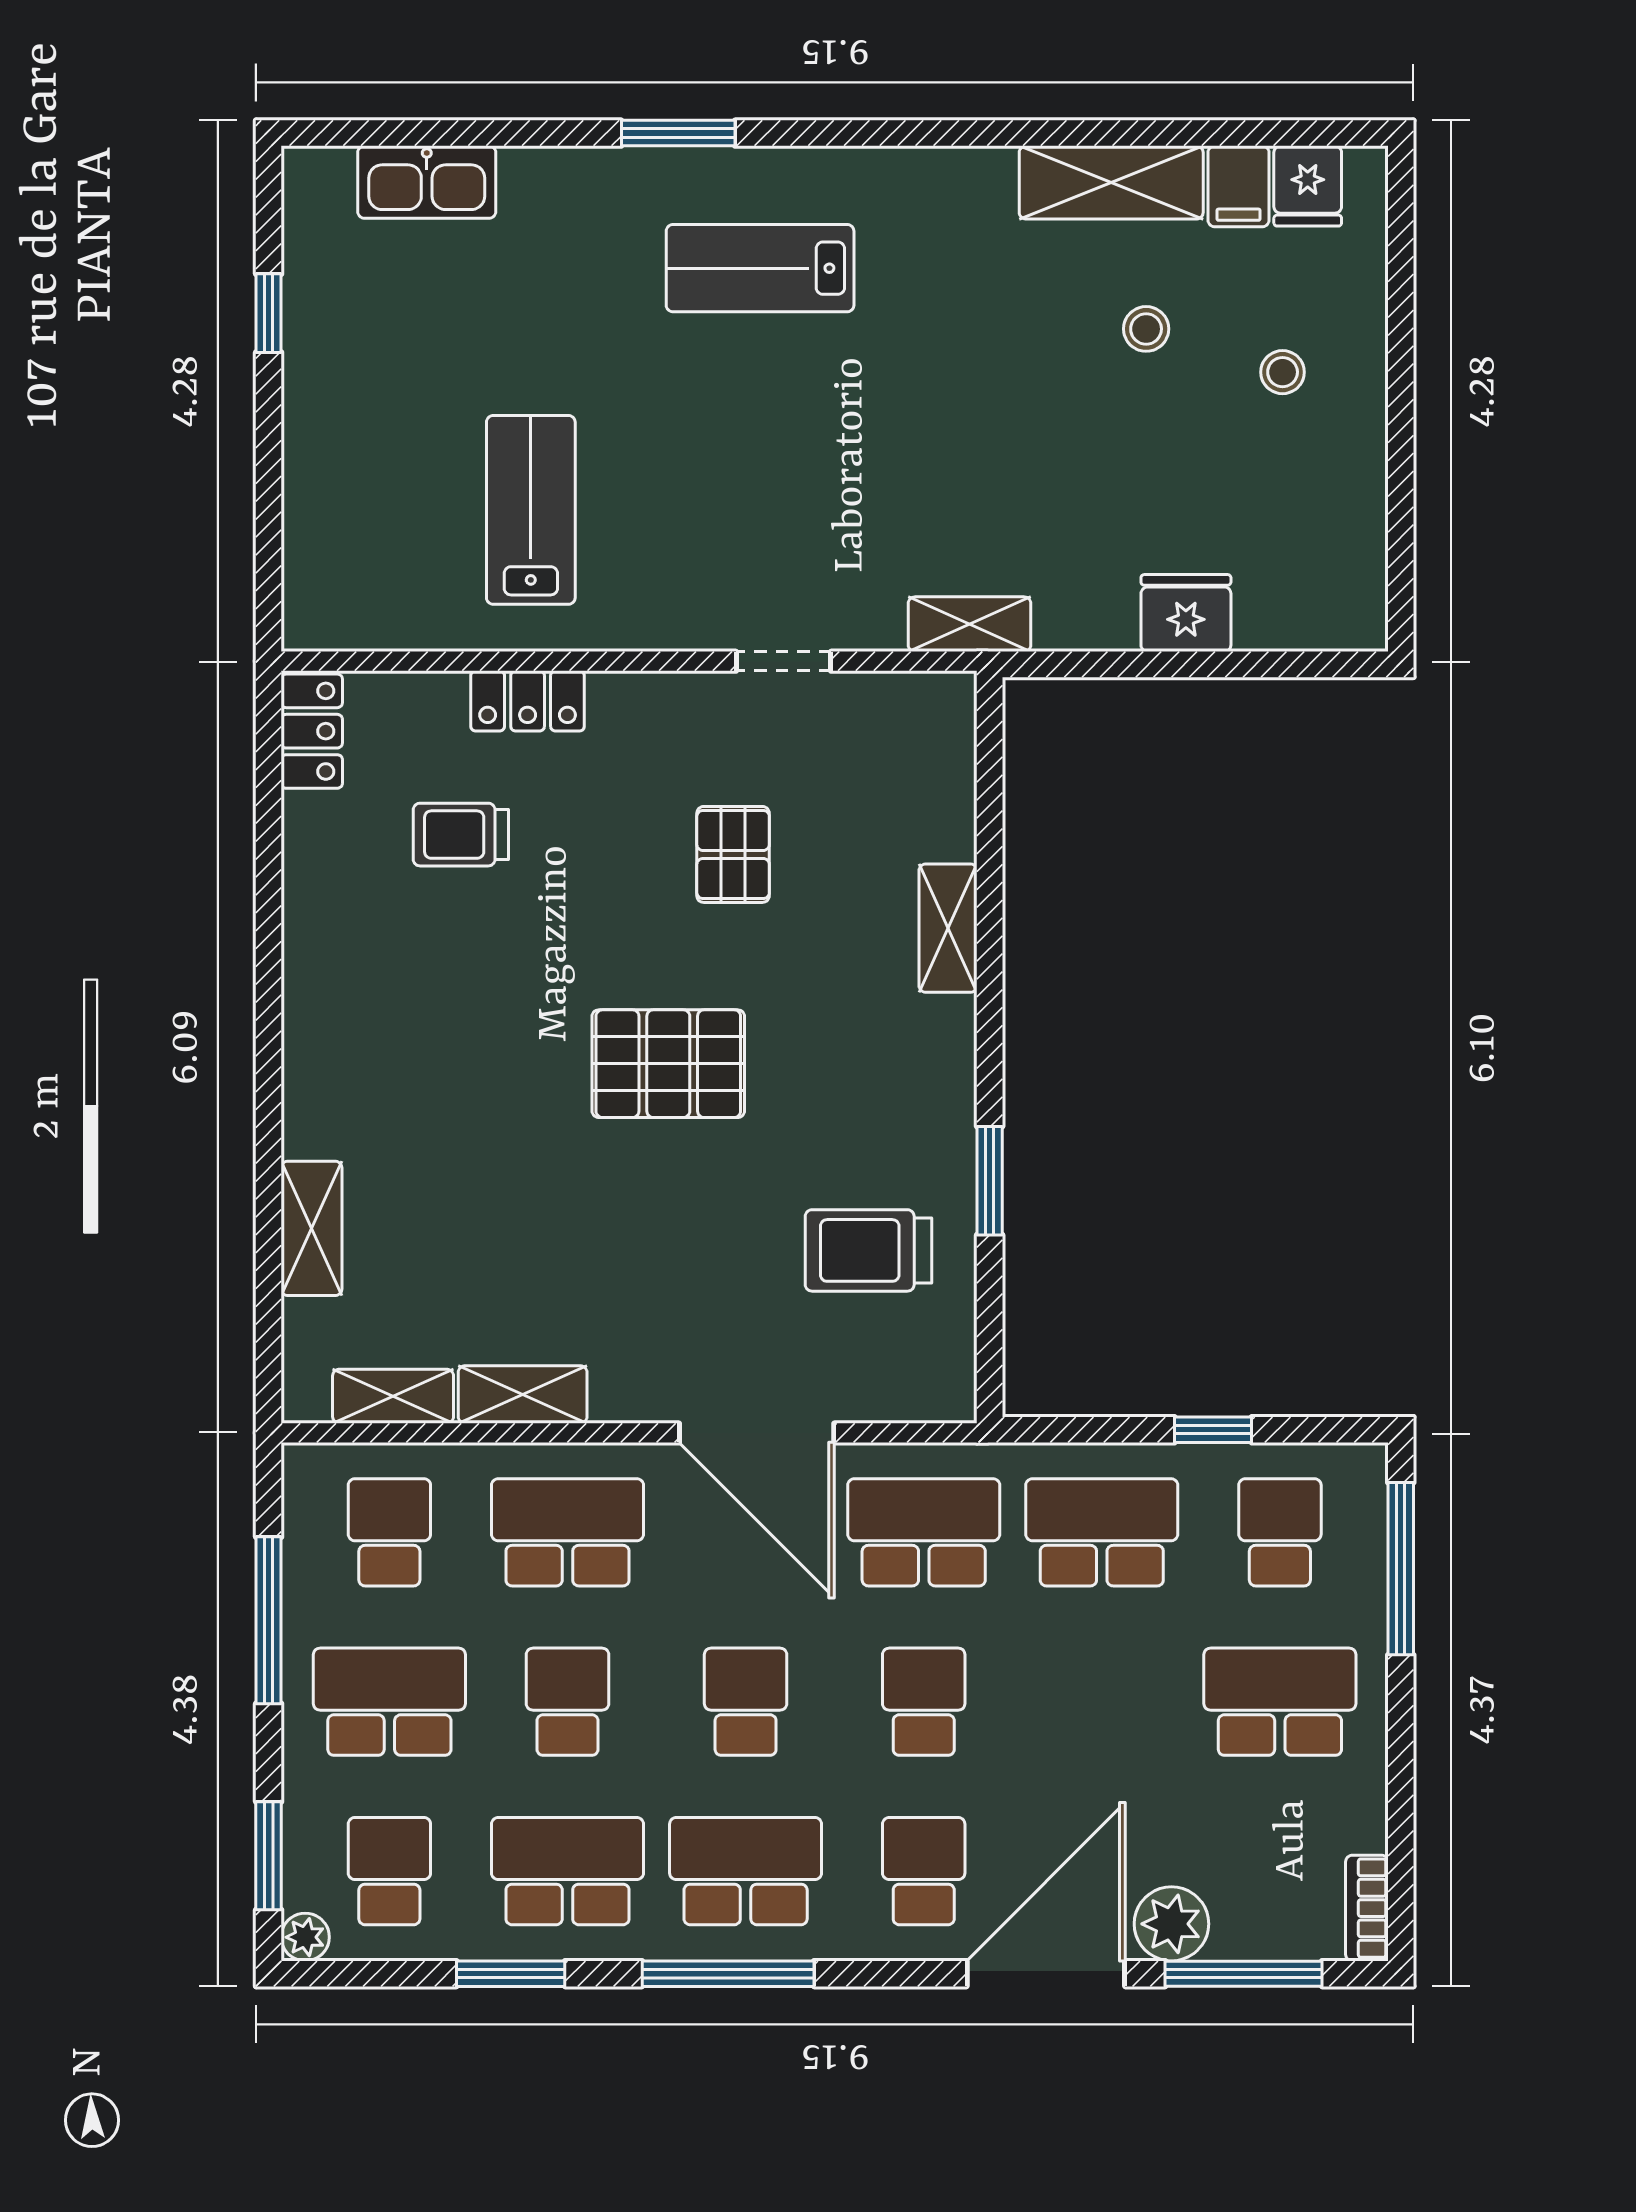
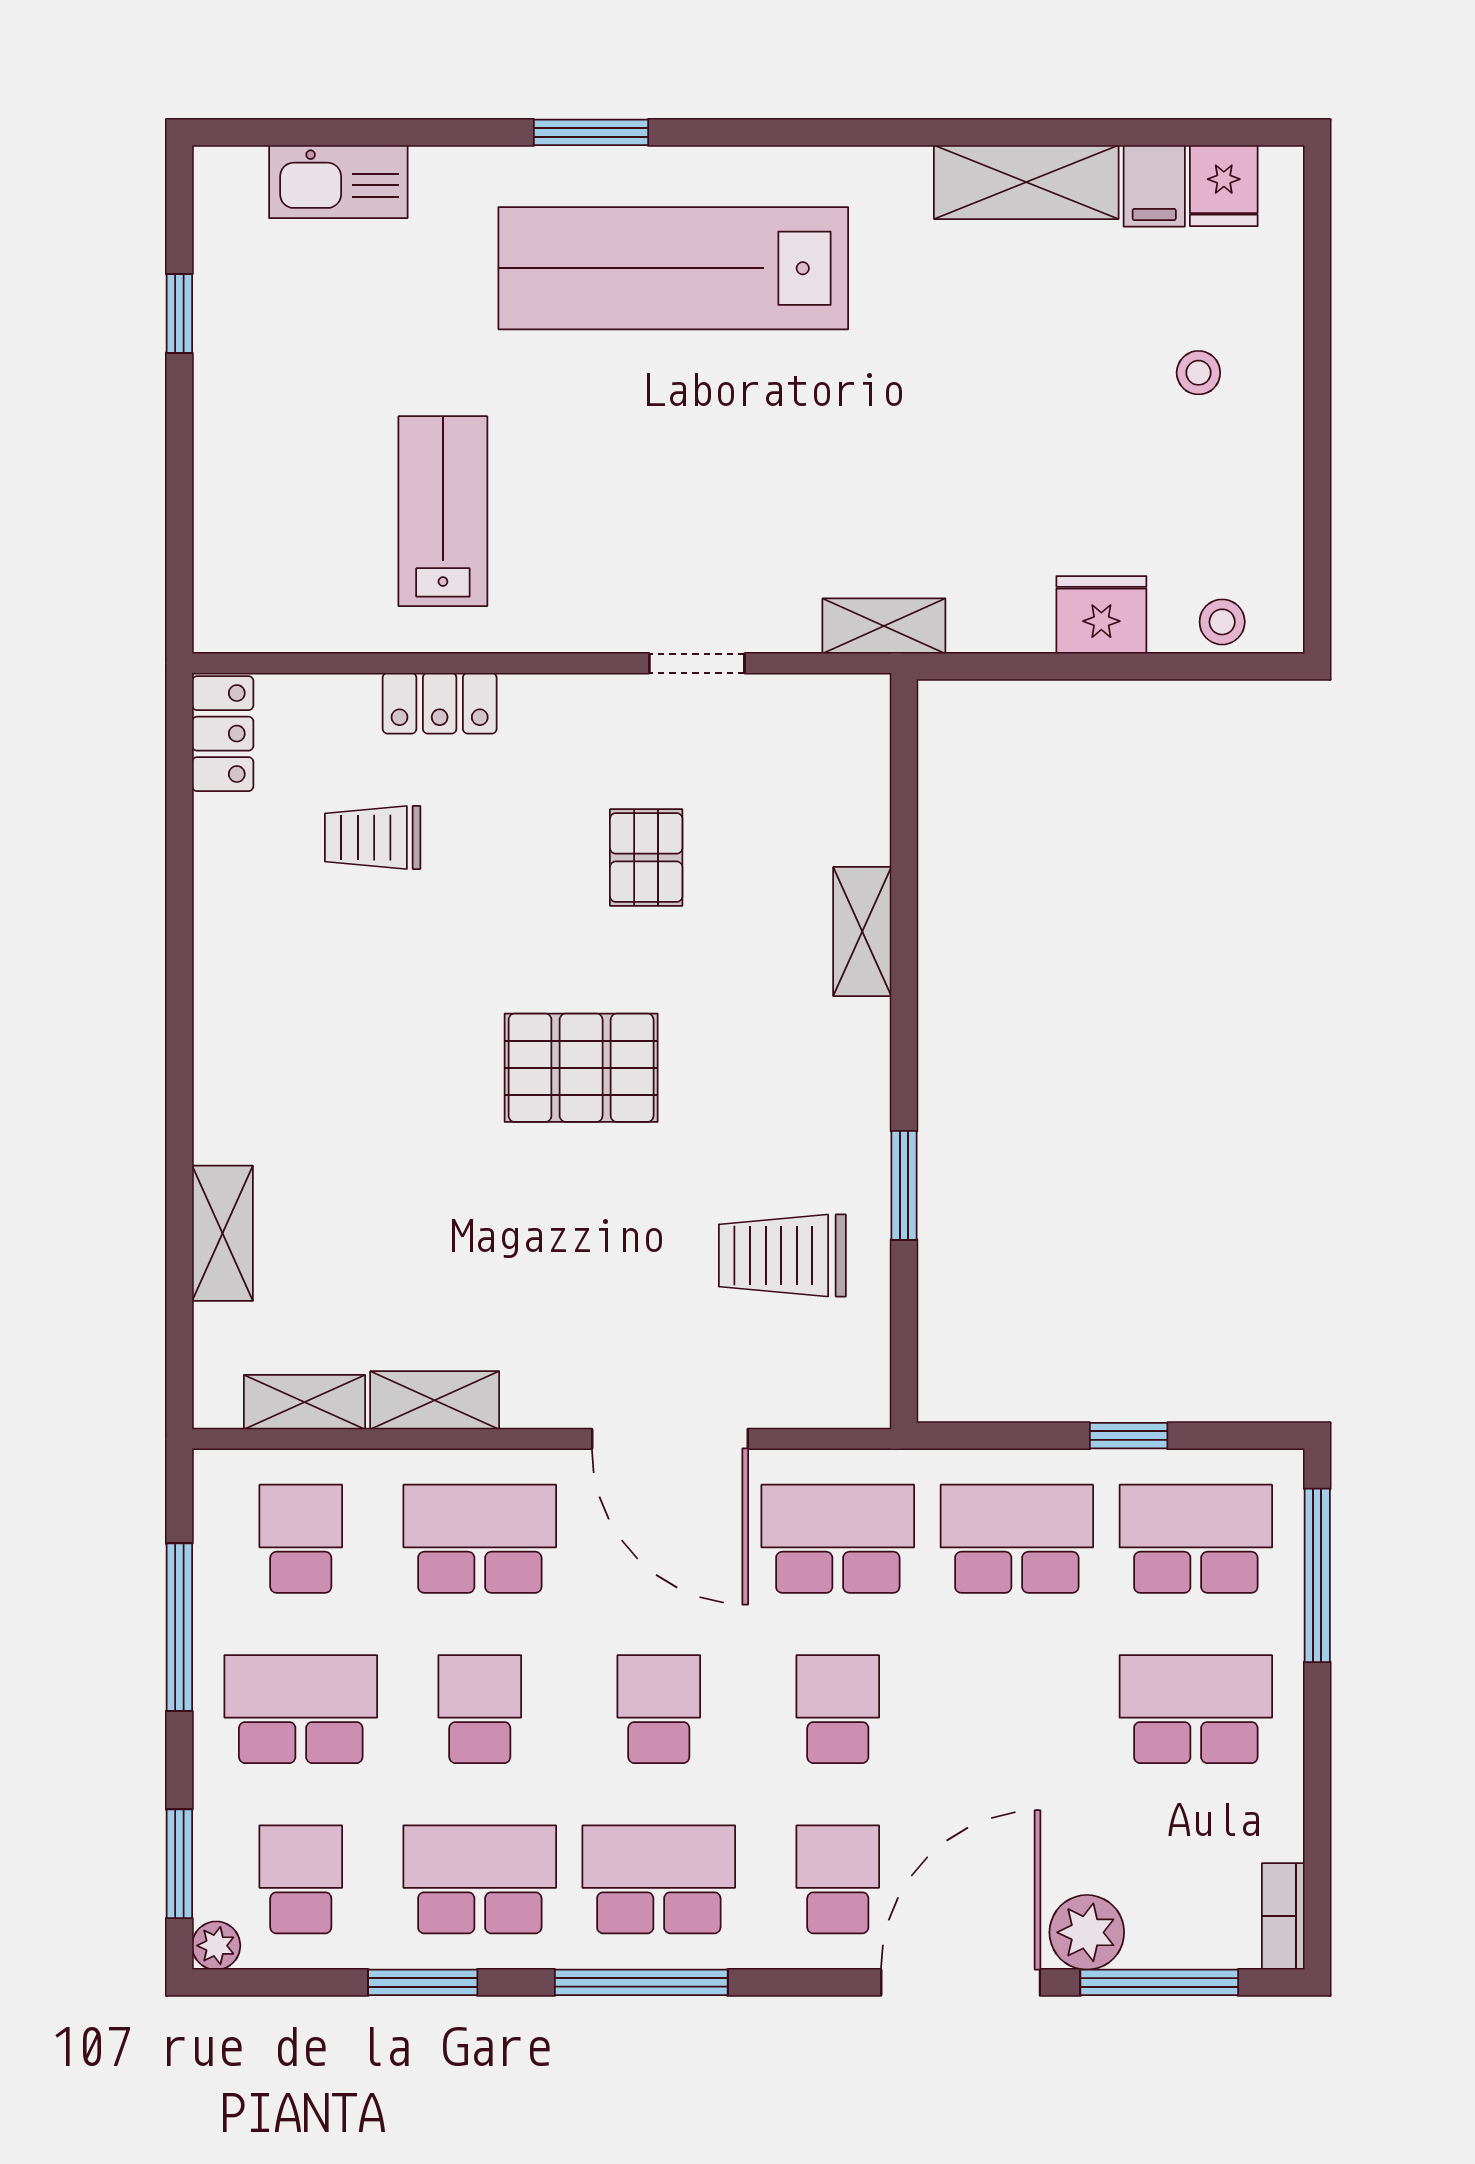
lab bench: (760, 268) -> (673, 268), width x1.86, depth x1.39
stool: (1146, 329) -> (1222, 622), moved
school desk: (1280, 1532) -> (1196, 1539), width x1.85

